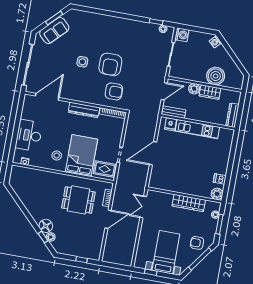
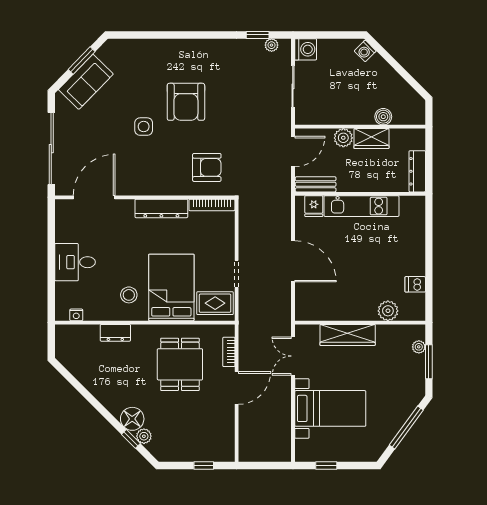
armchair: (110, 64) -> (186, 102), moved
boiler: (216, 76) -> (383, 117), width x0.54, depth x0.54
desk: (29, 135) -> (75, 262), width x0.73
door: (153, 153) -> (293, 261), swing flipped
dresser: (45, 176) -> (115, 333), added
plant: (217, 194) -> (388, 311), moved
dining table: (78, 200) -> (180, 364), turned 90
wardrobe: (189, 203) -> (348, 335), moved
armchair: (197, 243) -> (396, 401), removed
bed with nightstands: (166, 252) -> (330, 408), moved, turned 90

